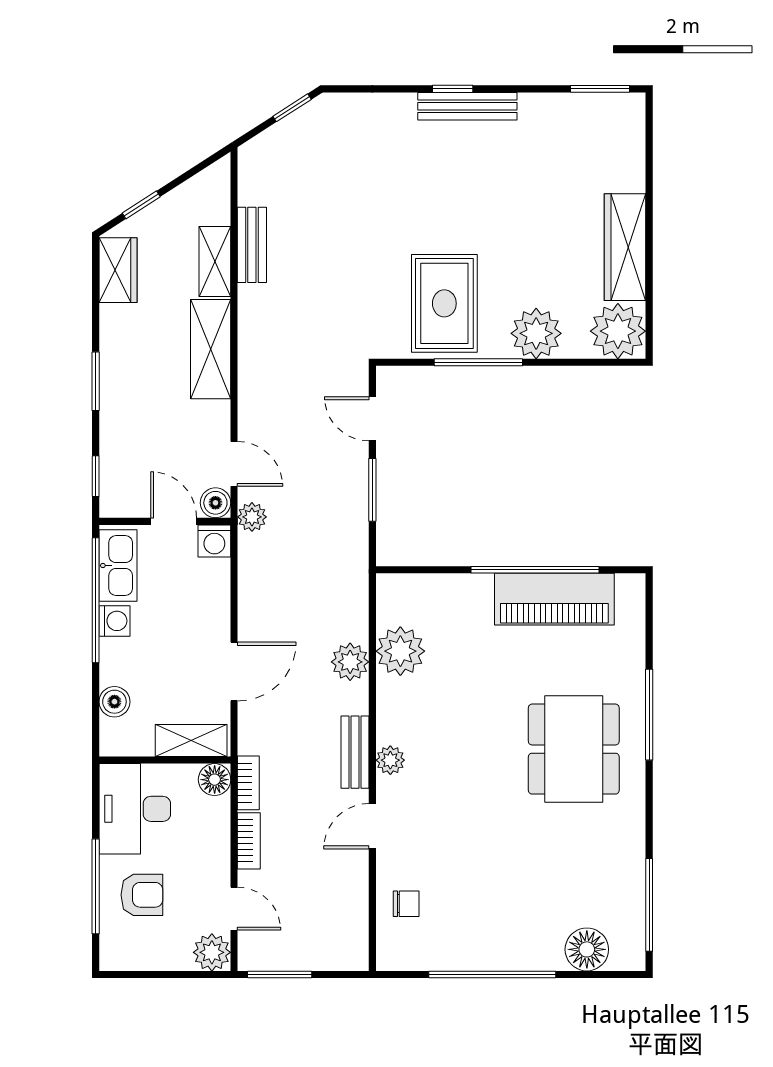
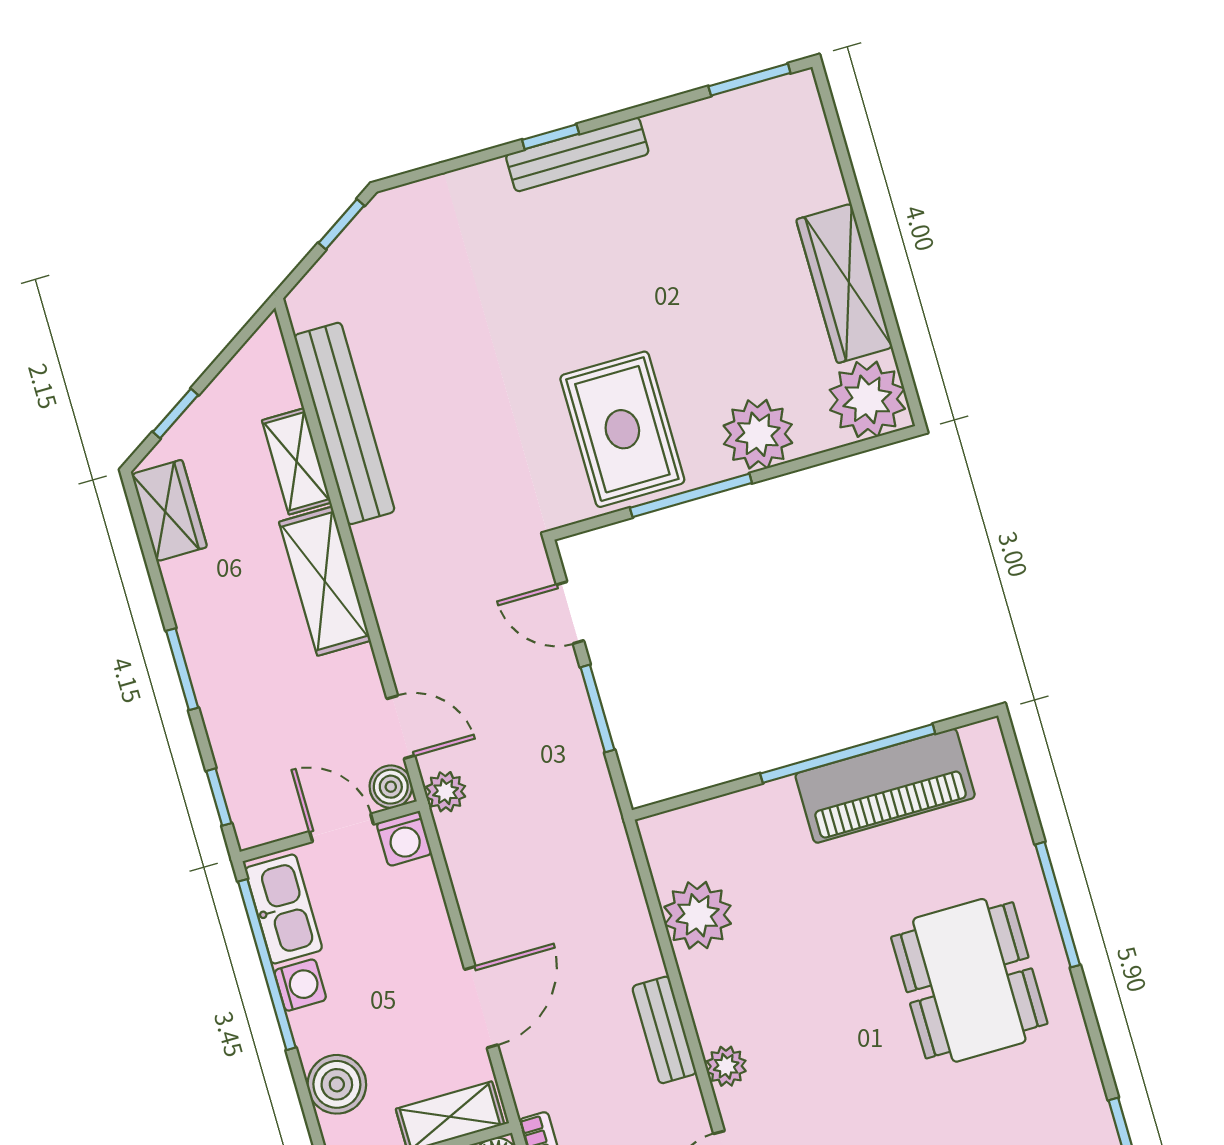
bench: (252, 245) -> (344, 423), width x1.86, depth x1.21
plant: (350, 662) -> (634, 949), removed
boiler: (114, 702) -> (337, 1084), width x1.36, depth x1.36
bench: (355, 752) -> (664, 1030), moved

